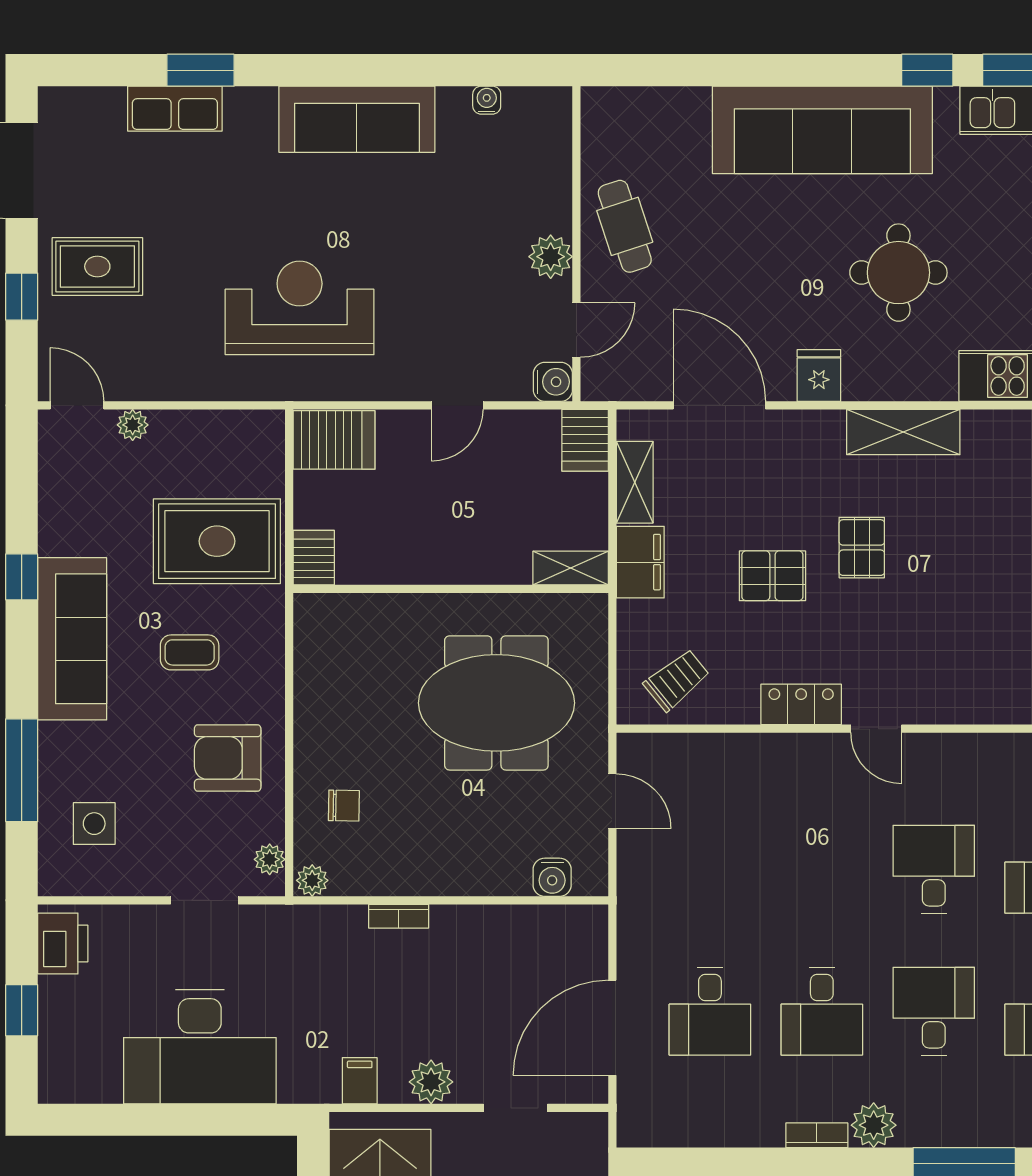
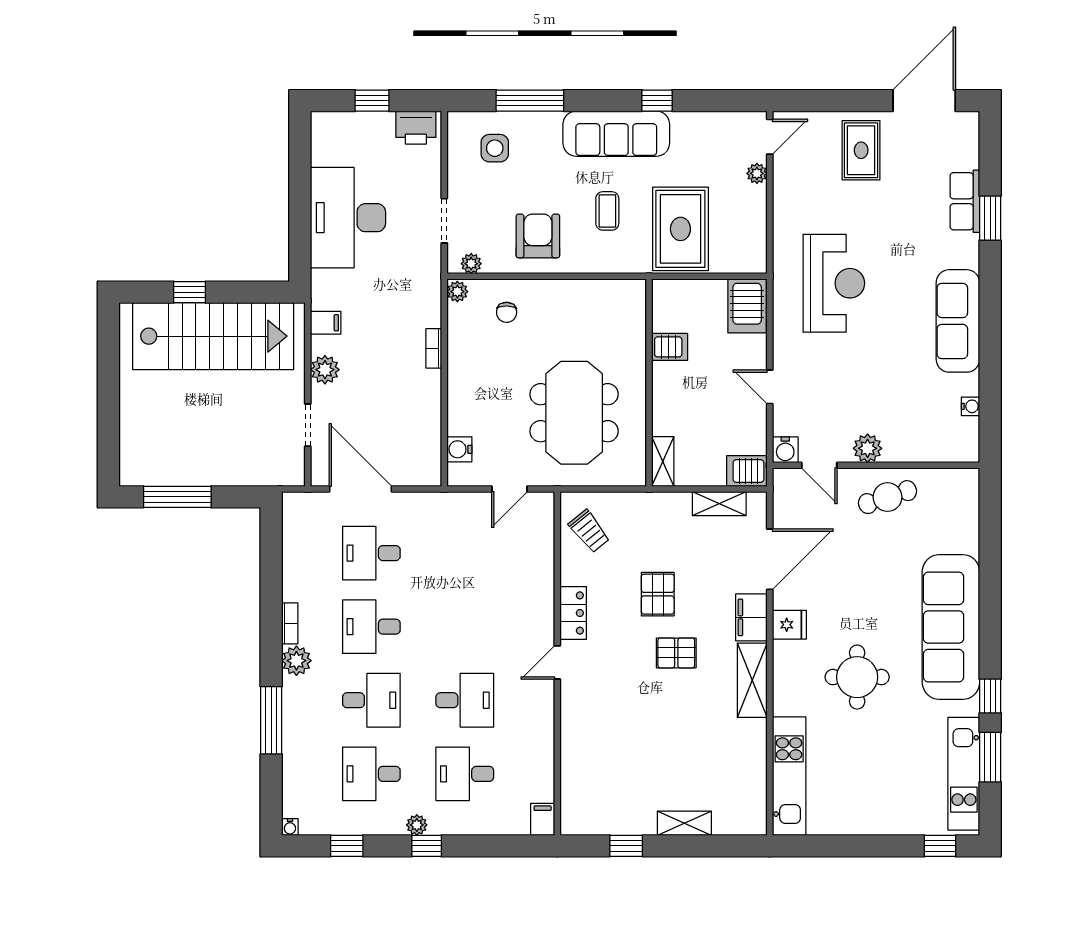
window: (22, 297) -> (841, 101), removed
server rack: (314, 558) -> (670, 347), moved
filing cabinet: (640, 562) -> (751, 617), moved, turned 90

